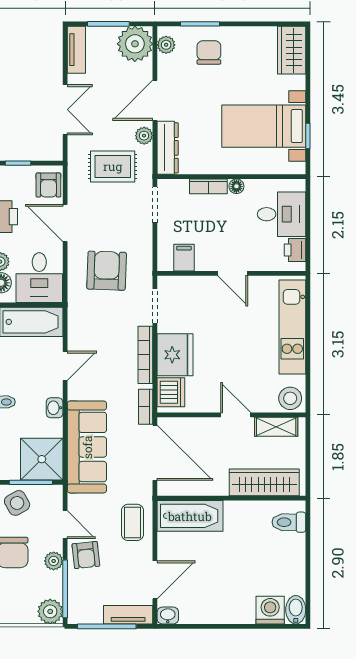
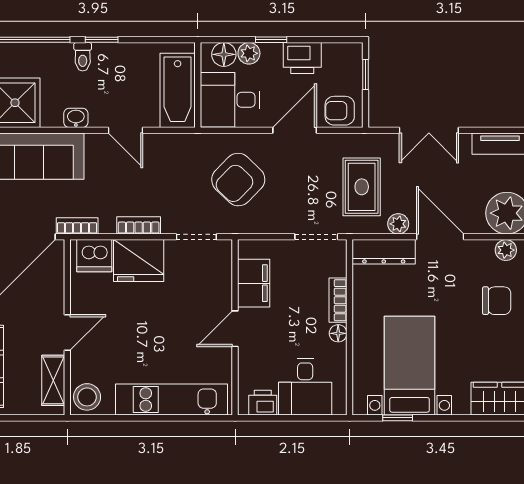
filing cabinet: (184, 258) -> (254, 283), width x2.00
armchair: (107, 271) -> (238, 180), turned 132
bookcase: (145, 355) -> (139, 225), width x0.64

